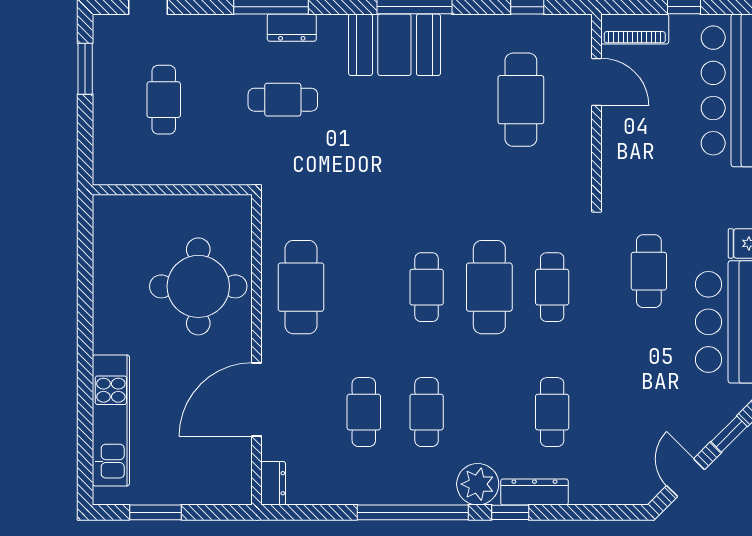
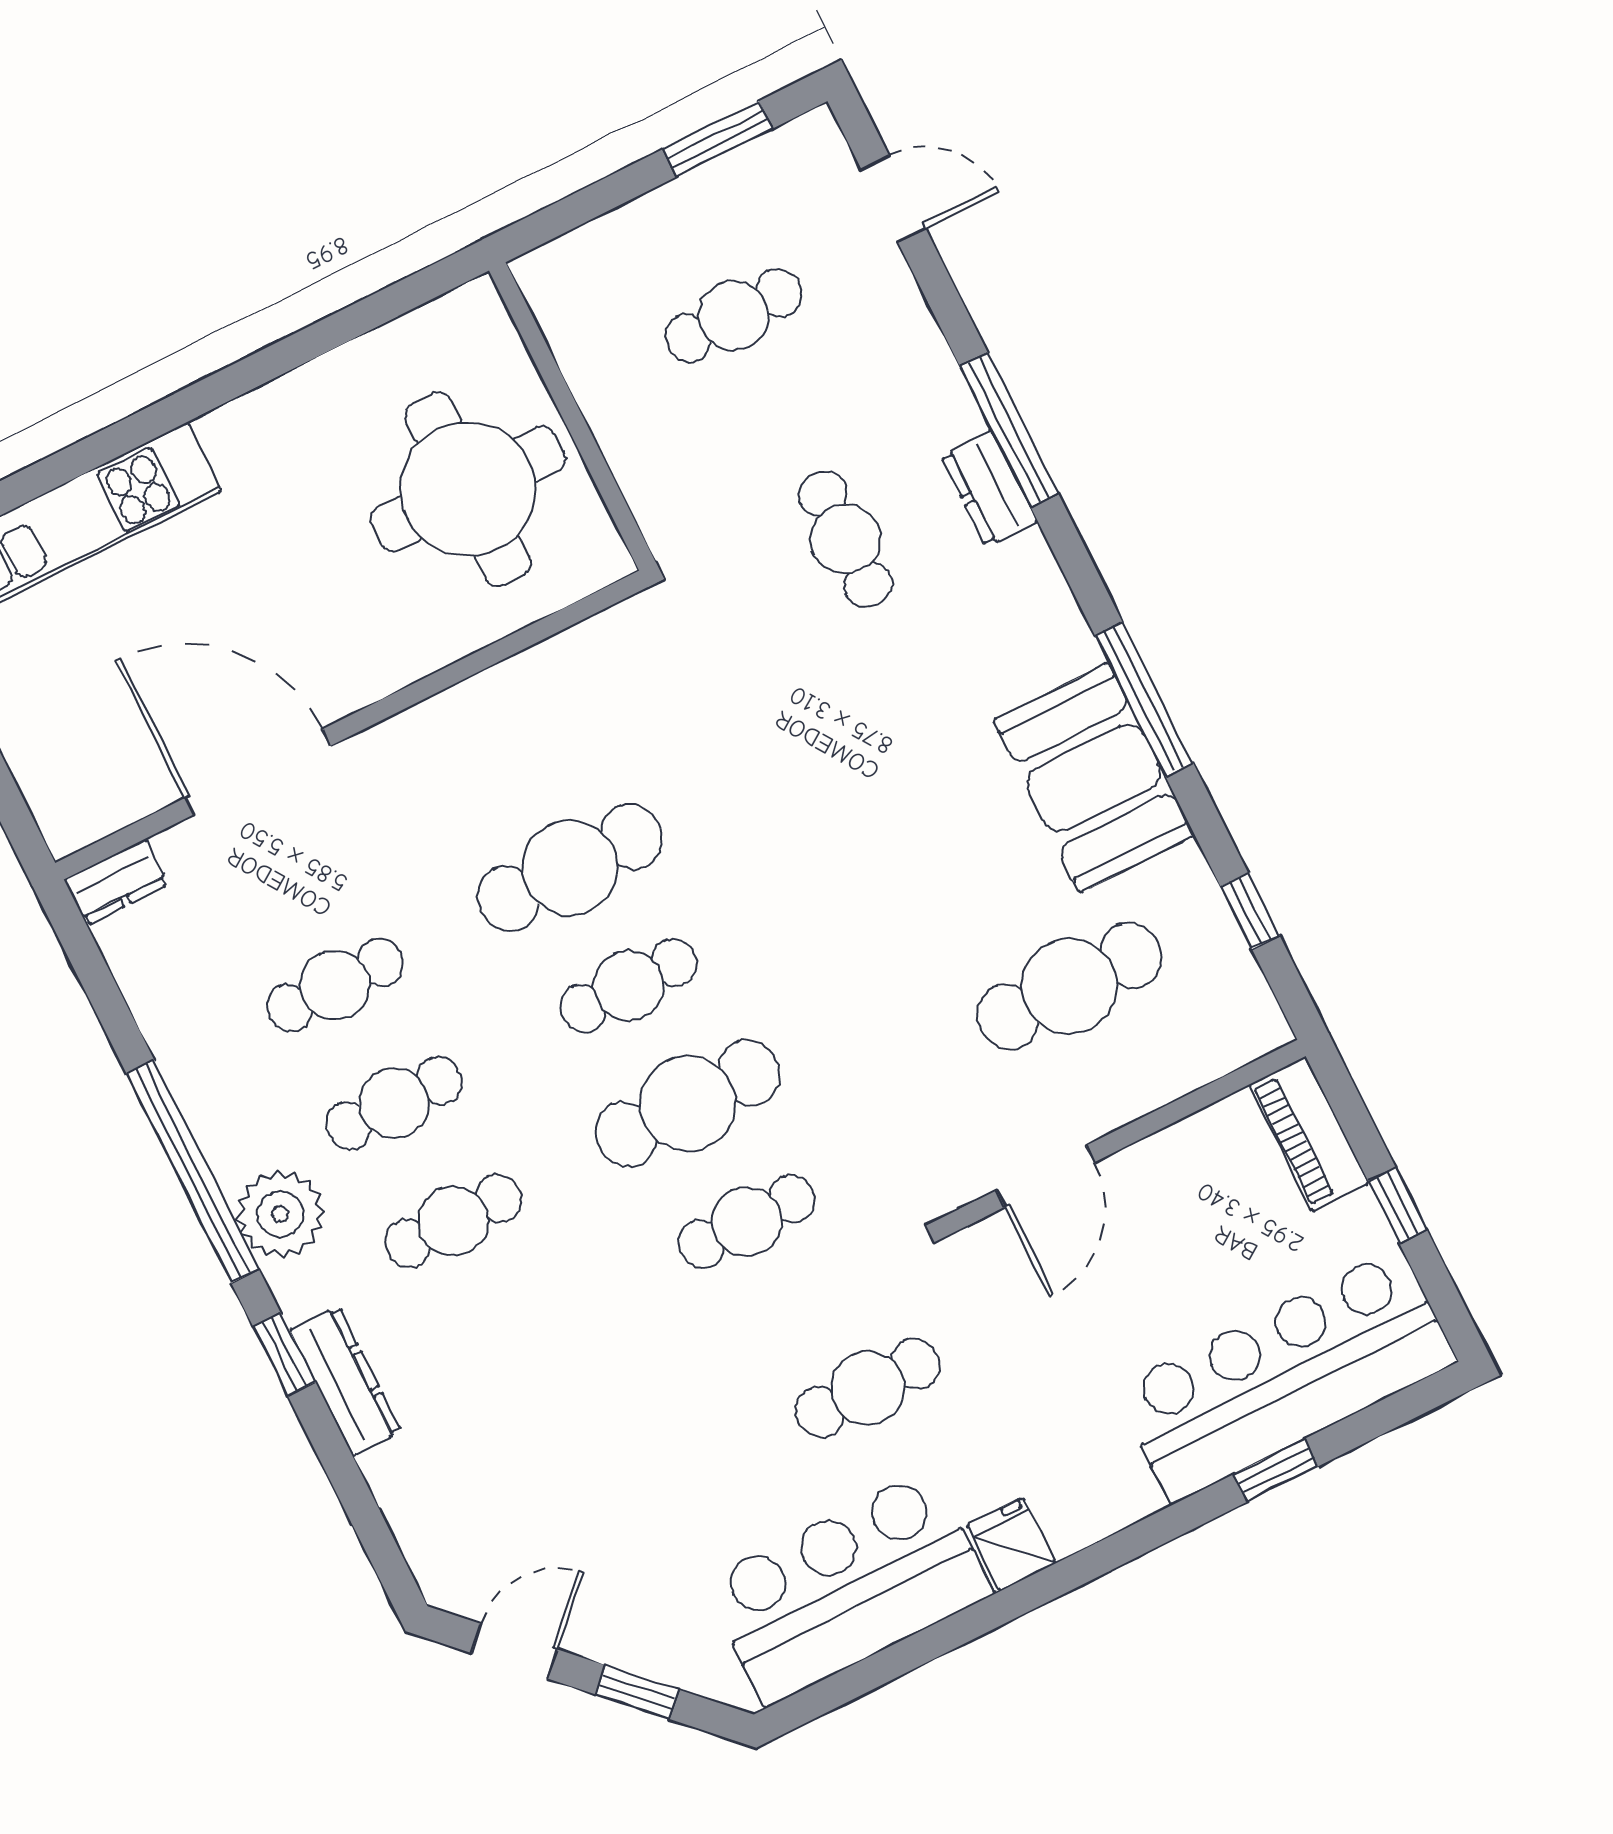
booth: (394, 45) -> (1094, 778), moved
door: (597, 82) -> (1045, 1176), moved
round table: (198, 286) -> (468, 489), moved
cafe table: (301, 287) -> (570, 868), moved
cafe table: (552, 412) -> (453, 1221), moved
plant: (478, 484) -> (280, 1214), moved

